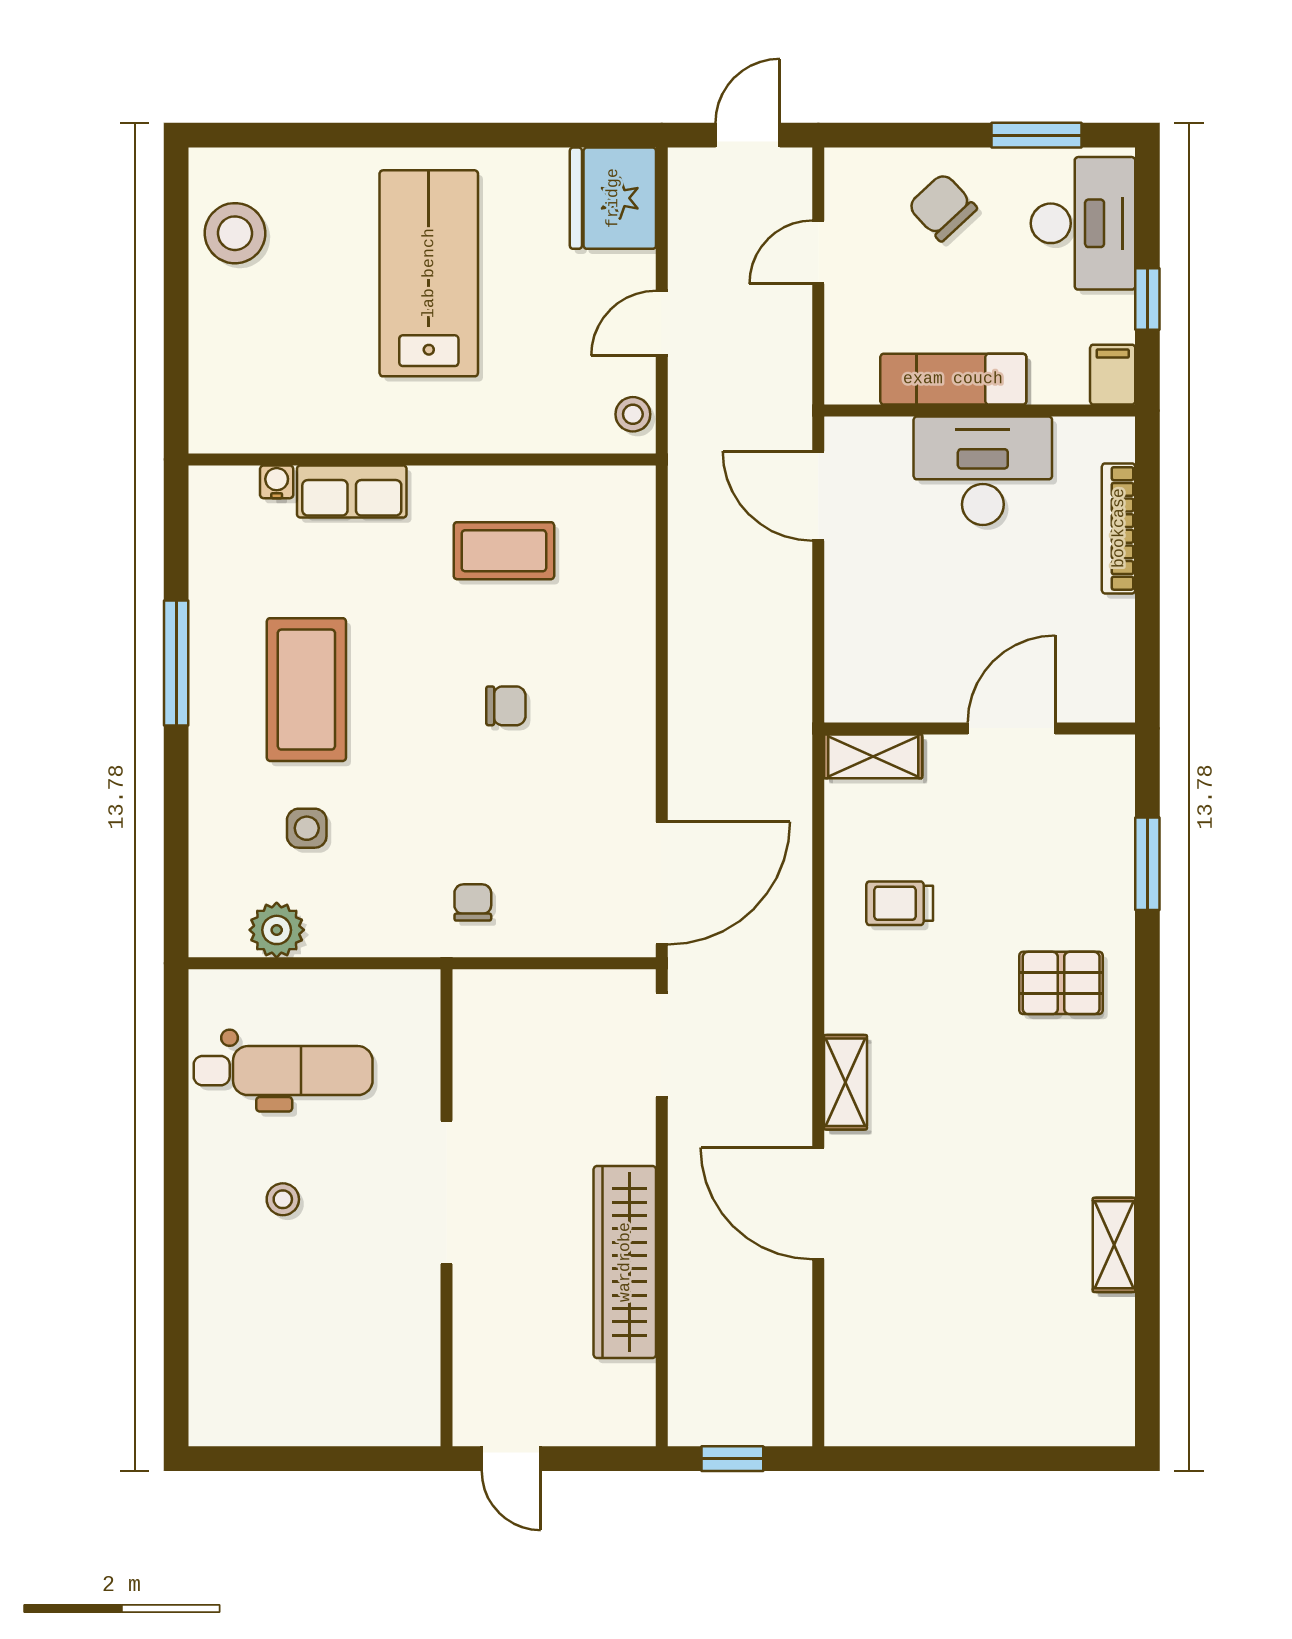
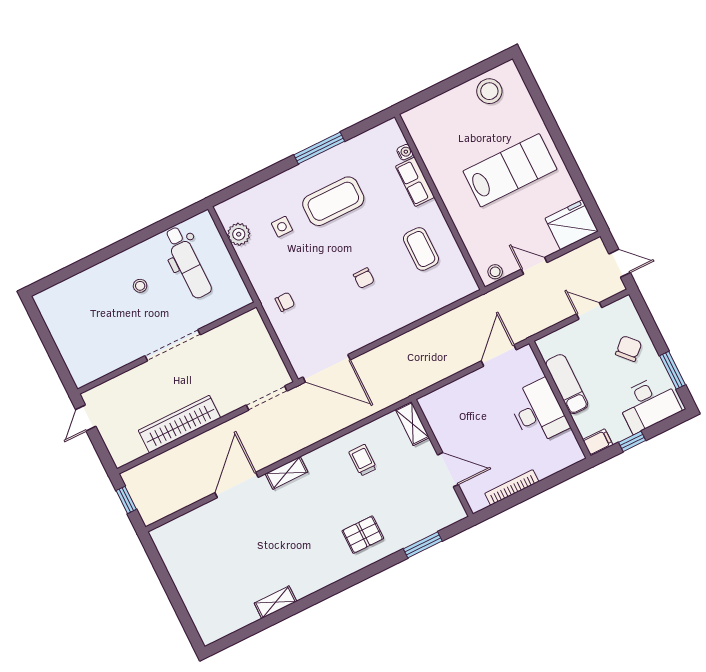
bookcase: (1119, 528) -> (512, 488), moved
pallet: (1061, 983) -> (363, 535), turned 90

